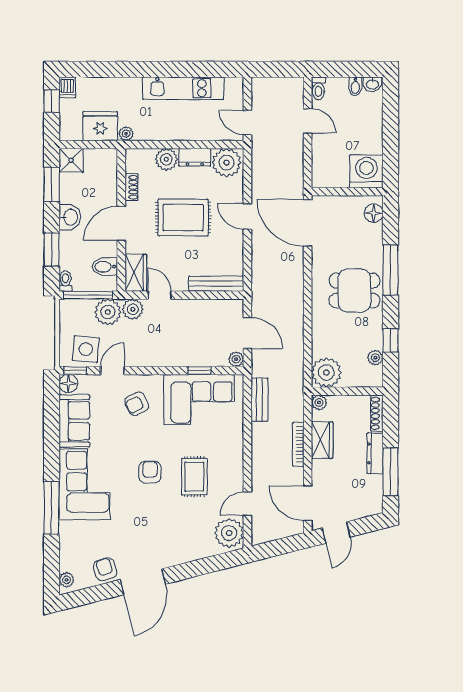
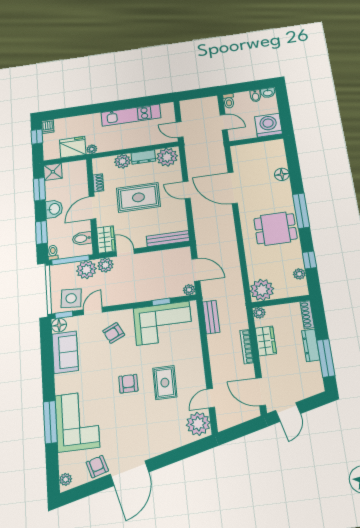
washing machine: (366, 171) -> (268, 125), moved
wall: (347, 192) -> (256, 140), moved
corner sofa: (84, 484) -> (77, 421), moved

